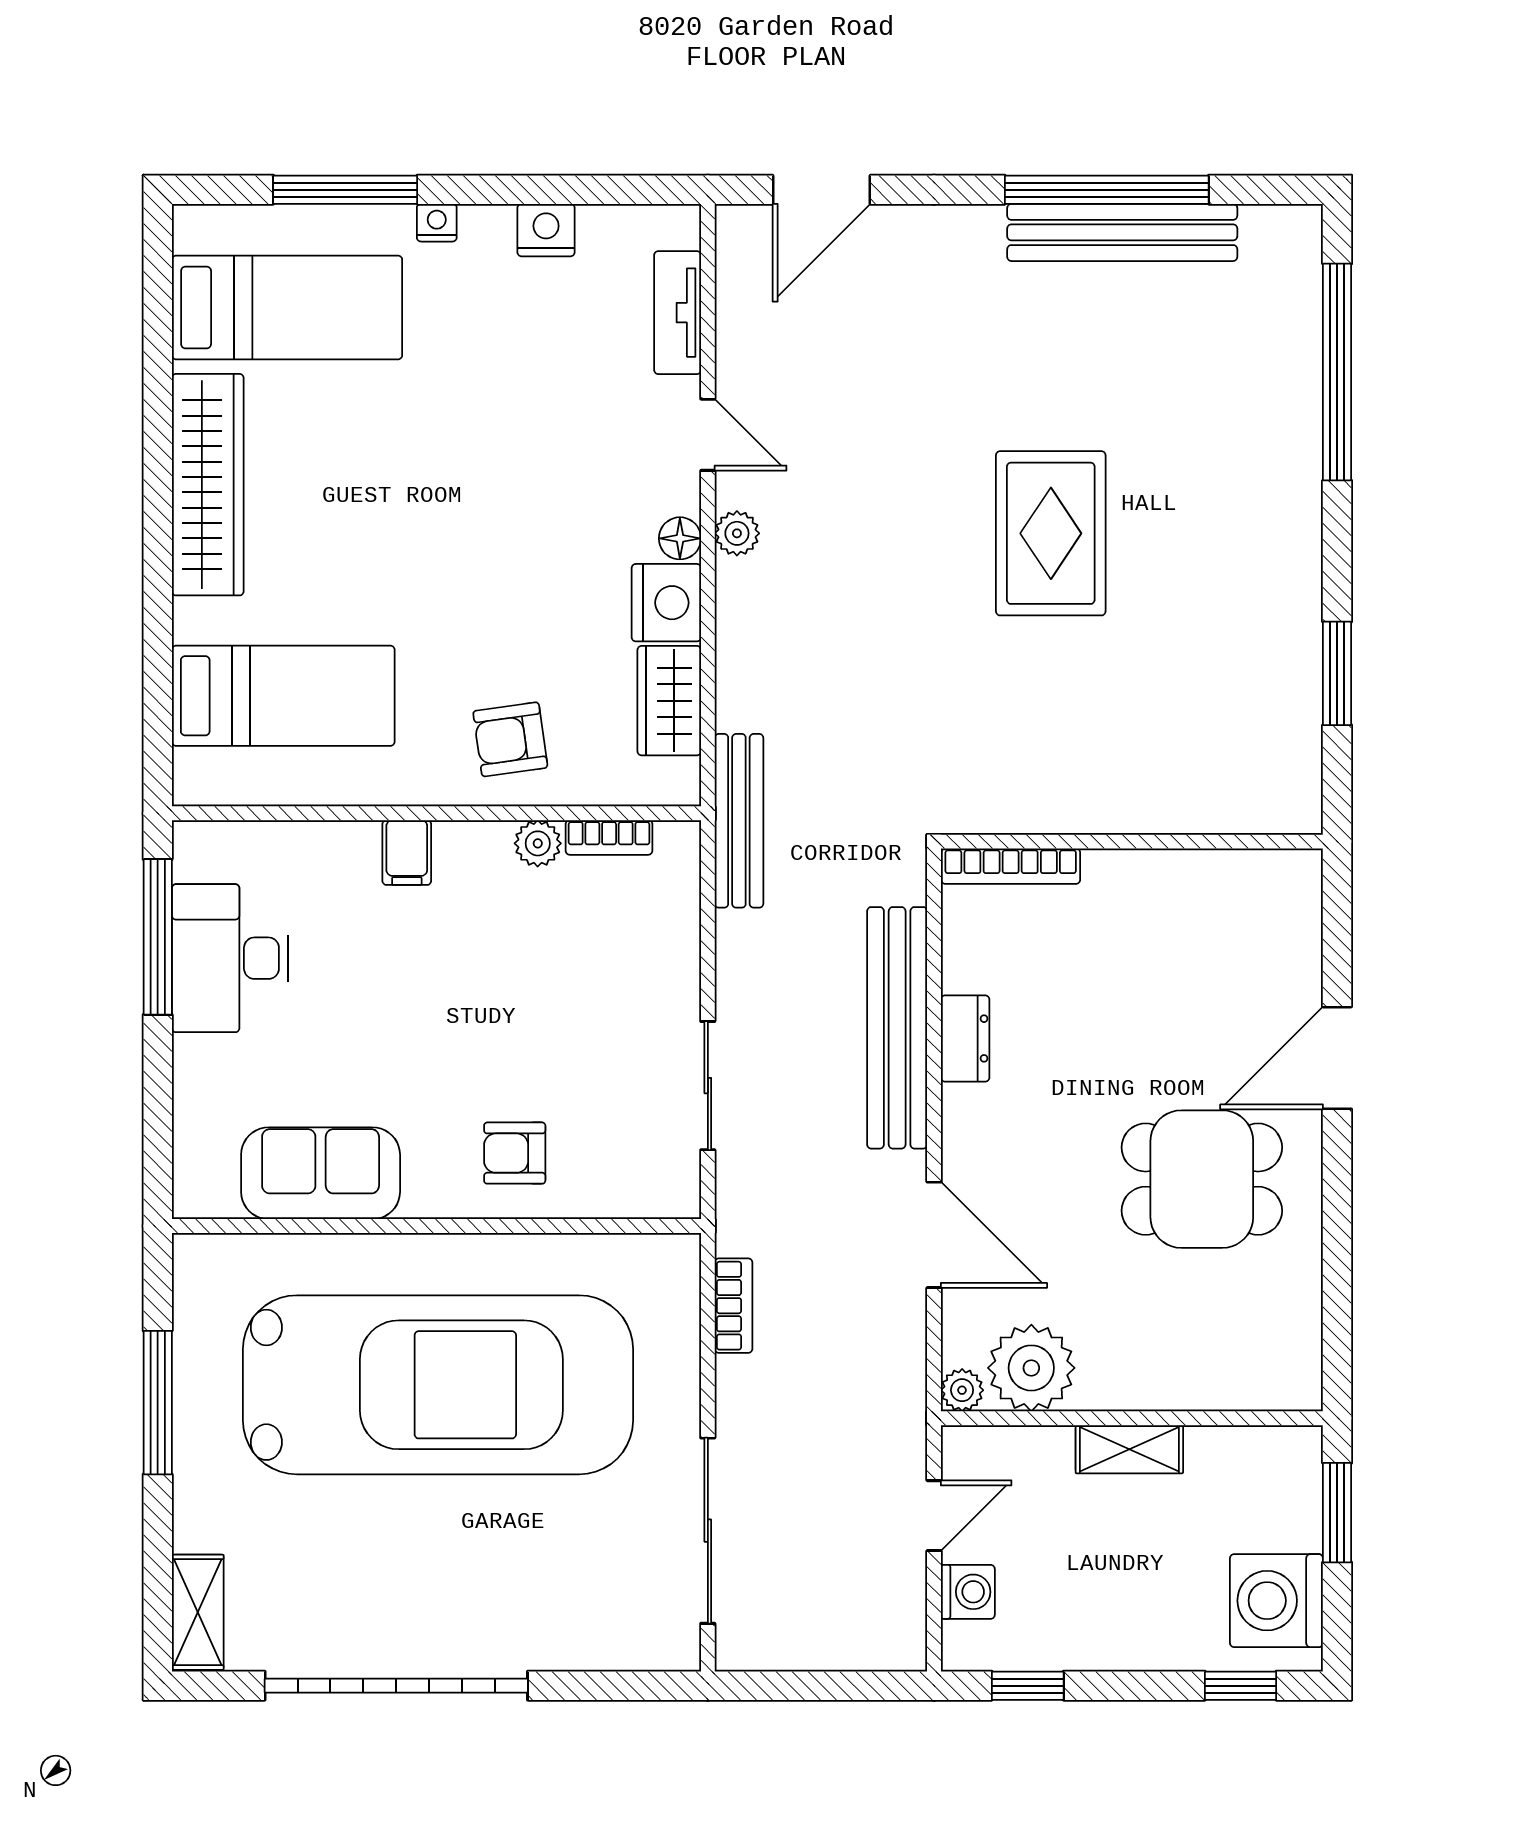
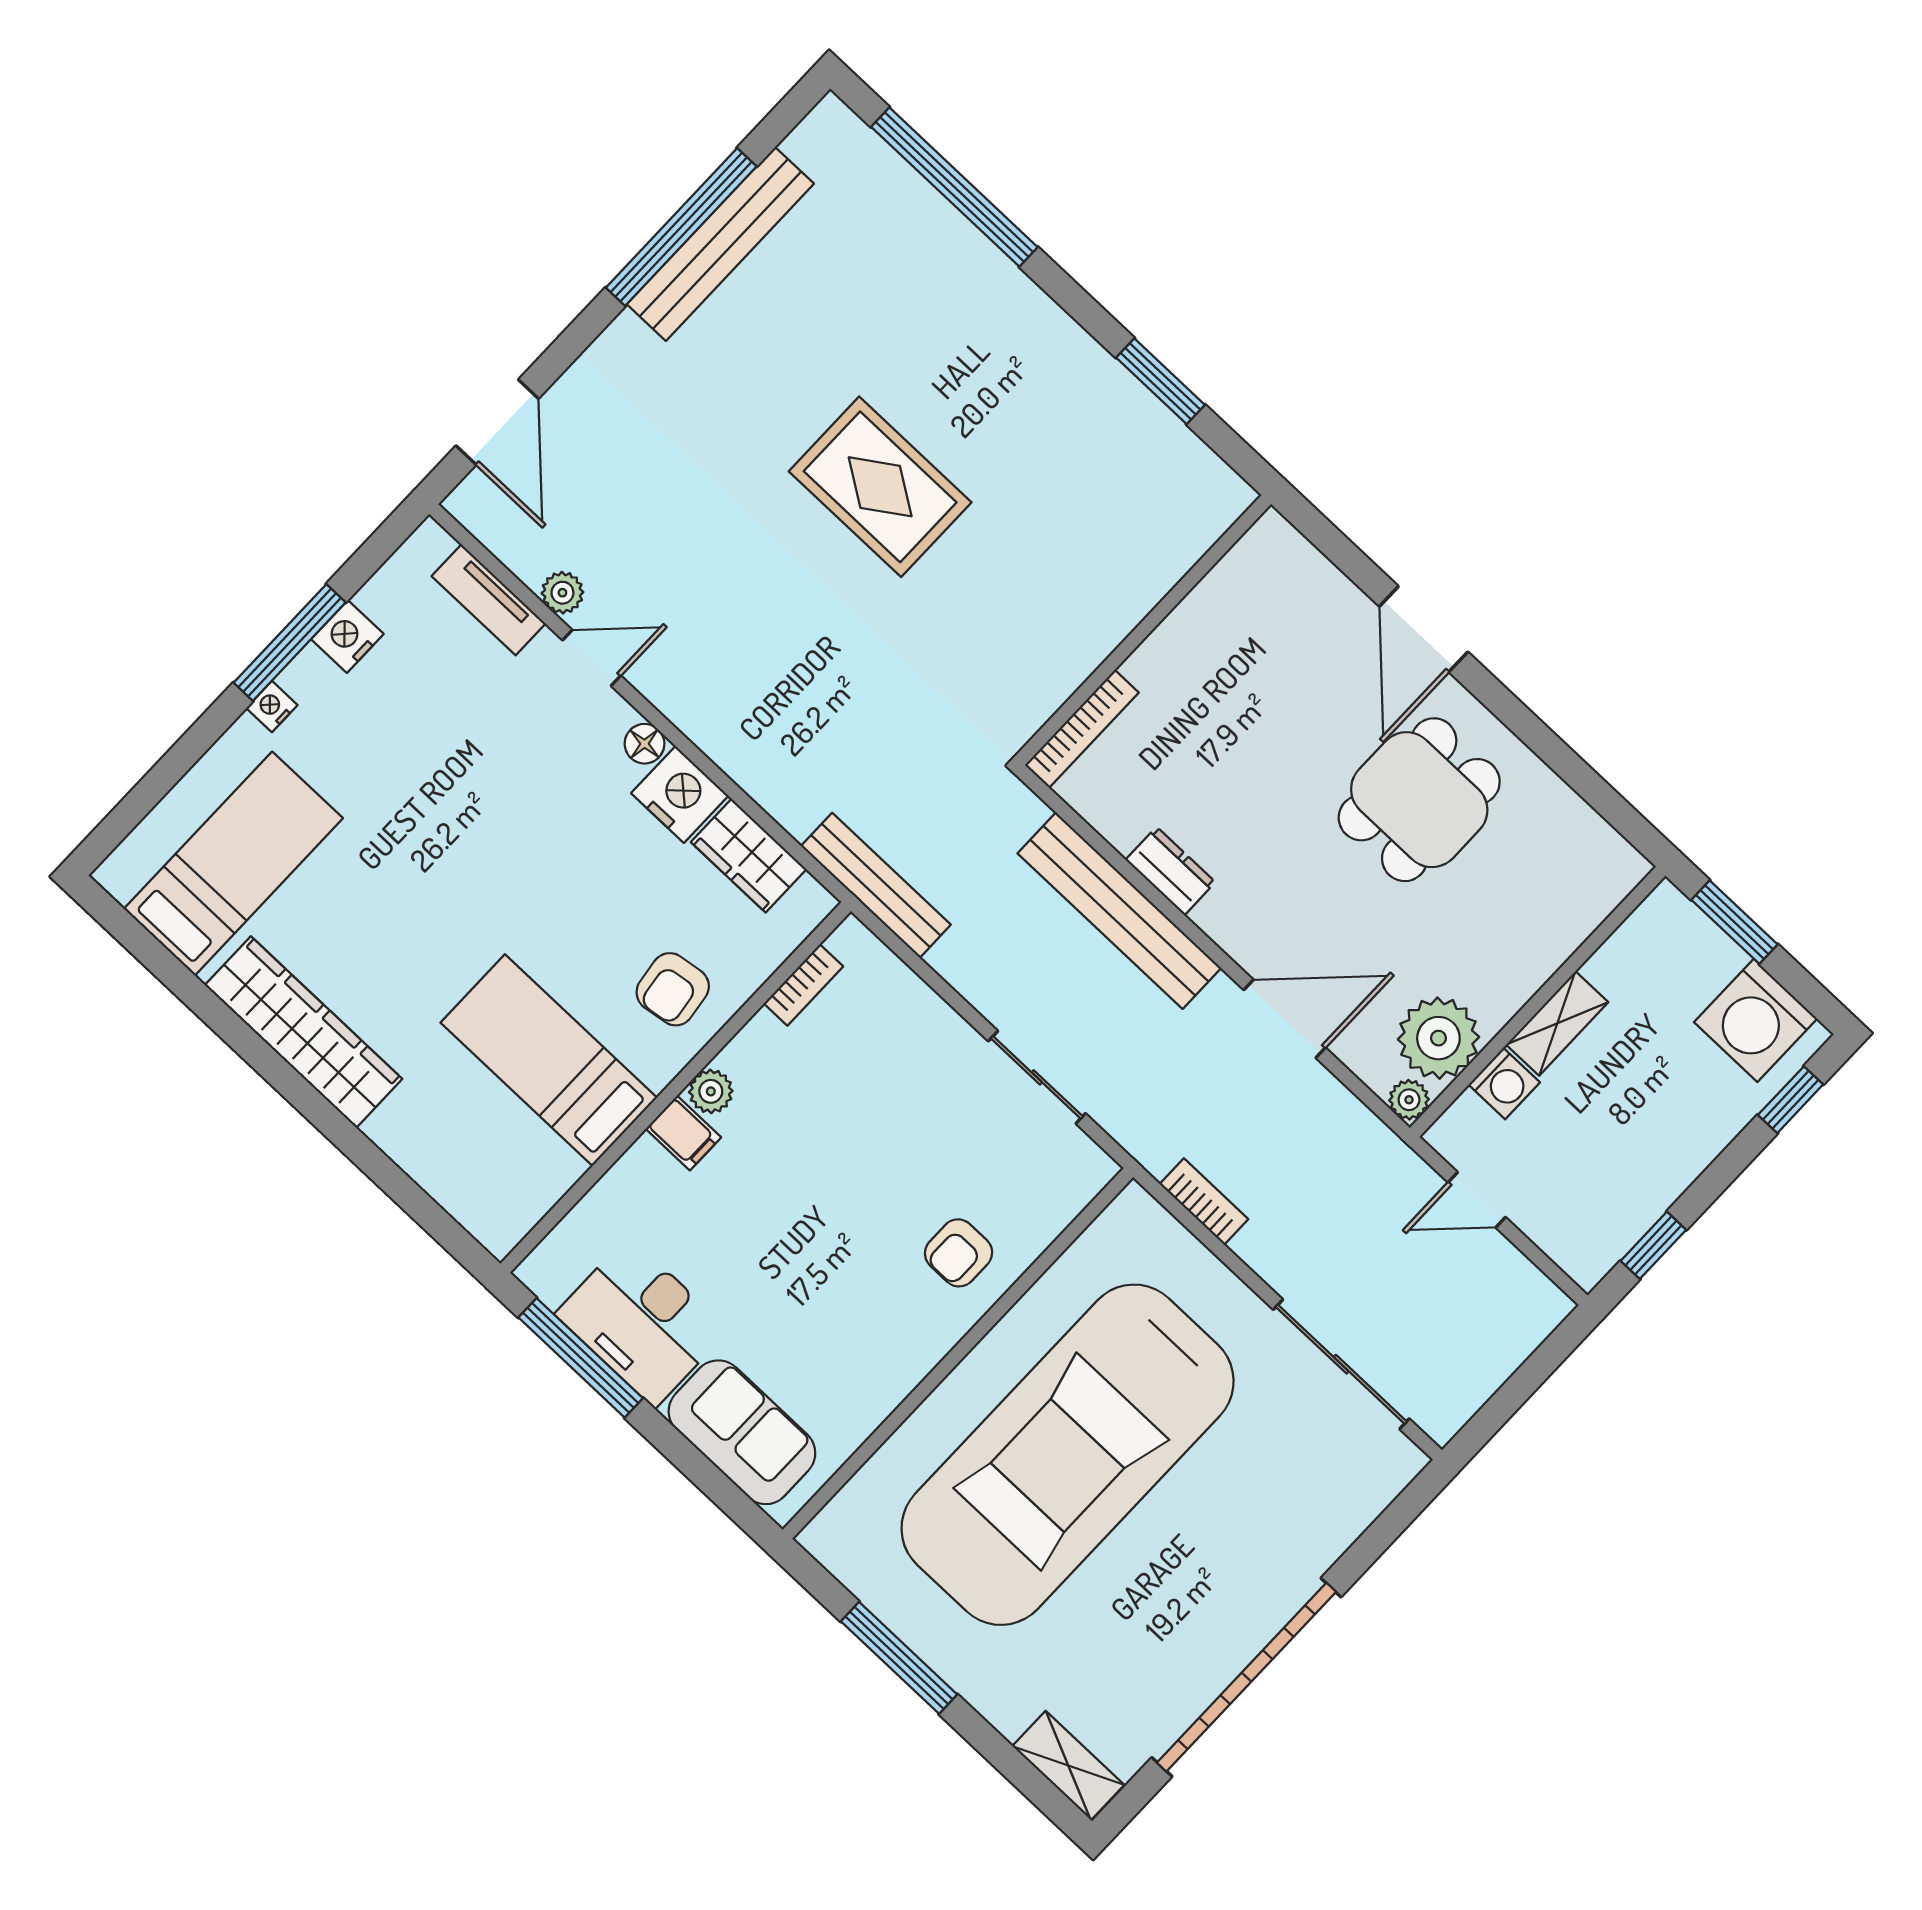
window: (345, 190) -> (290, 643), moved
plant: (737, 533) -> (562, 593), moved
bed: (283, 696) -> (549, 1060), moved, turned -90
plant: (538, 843) -> (711, 1091), moved
sofa: (321, 1173) -> (742, 1432), moved, turned 90
car: (438, 1385) -> (1068, 1455), turned 180
door: (934, 1516) -> (1477, 1200), swing flipped
washing machine: (968, 1592) -> (1504, 1084), moved, turned 90

